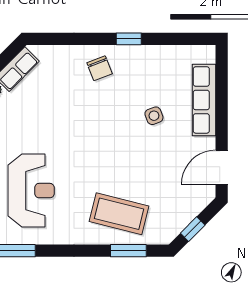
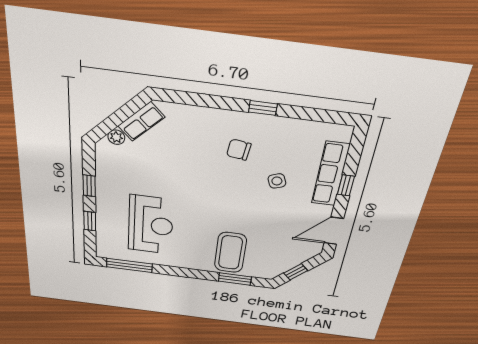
chair: (100, 68) -> (239, 150), moved, turned 119
window: (222, 111) -> (346, 185), added
coffee table: (119, 214) -> (230, 253), turned 76

